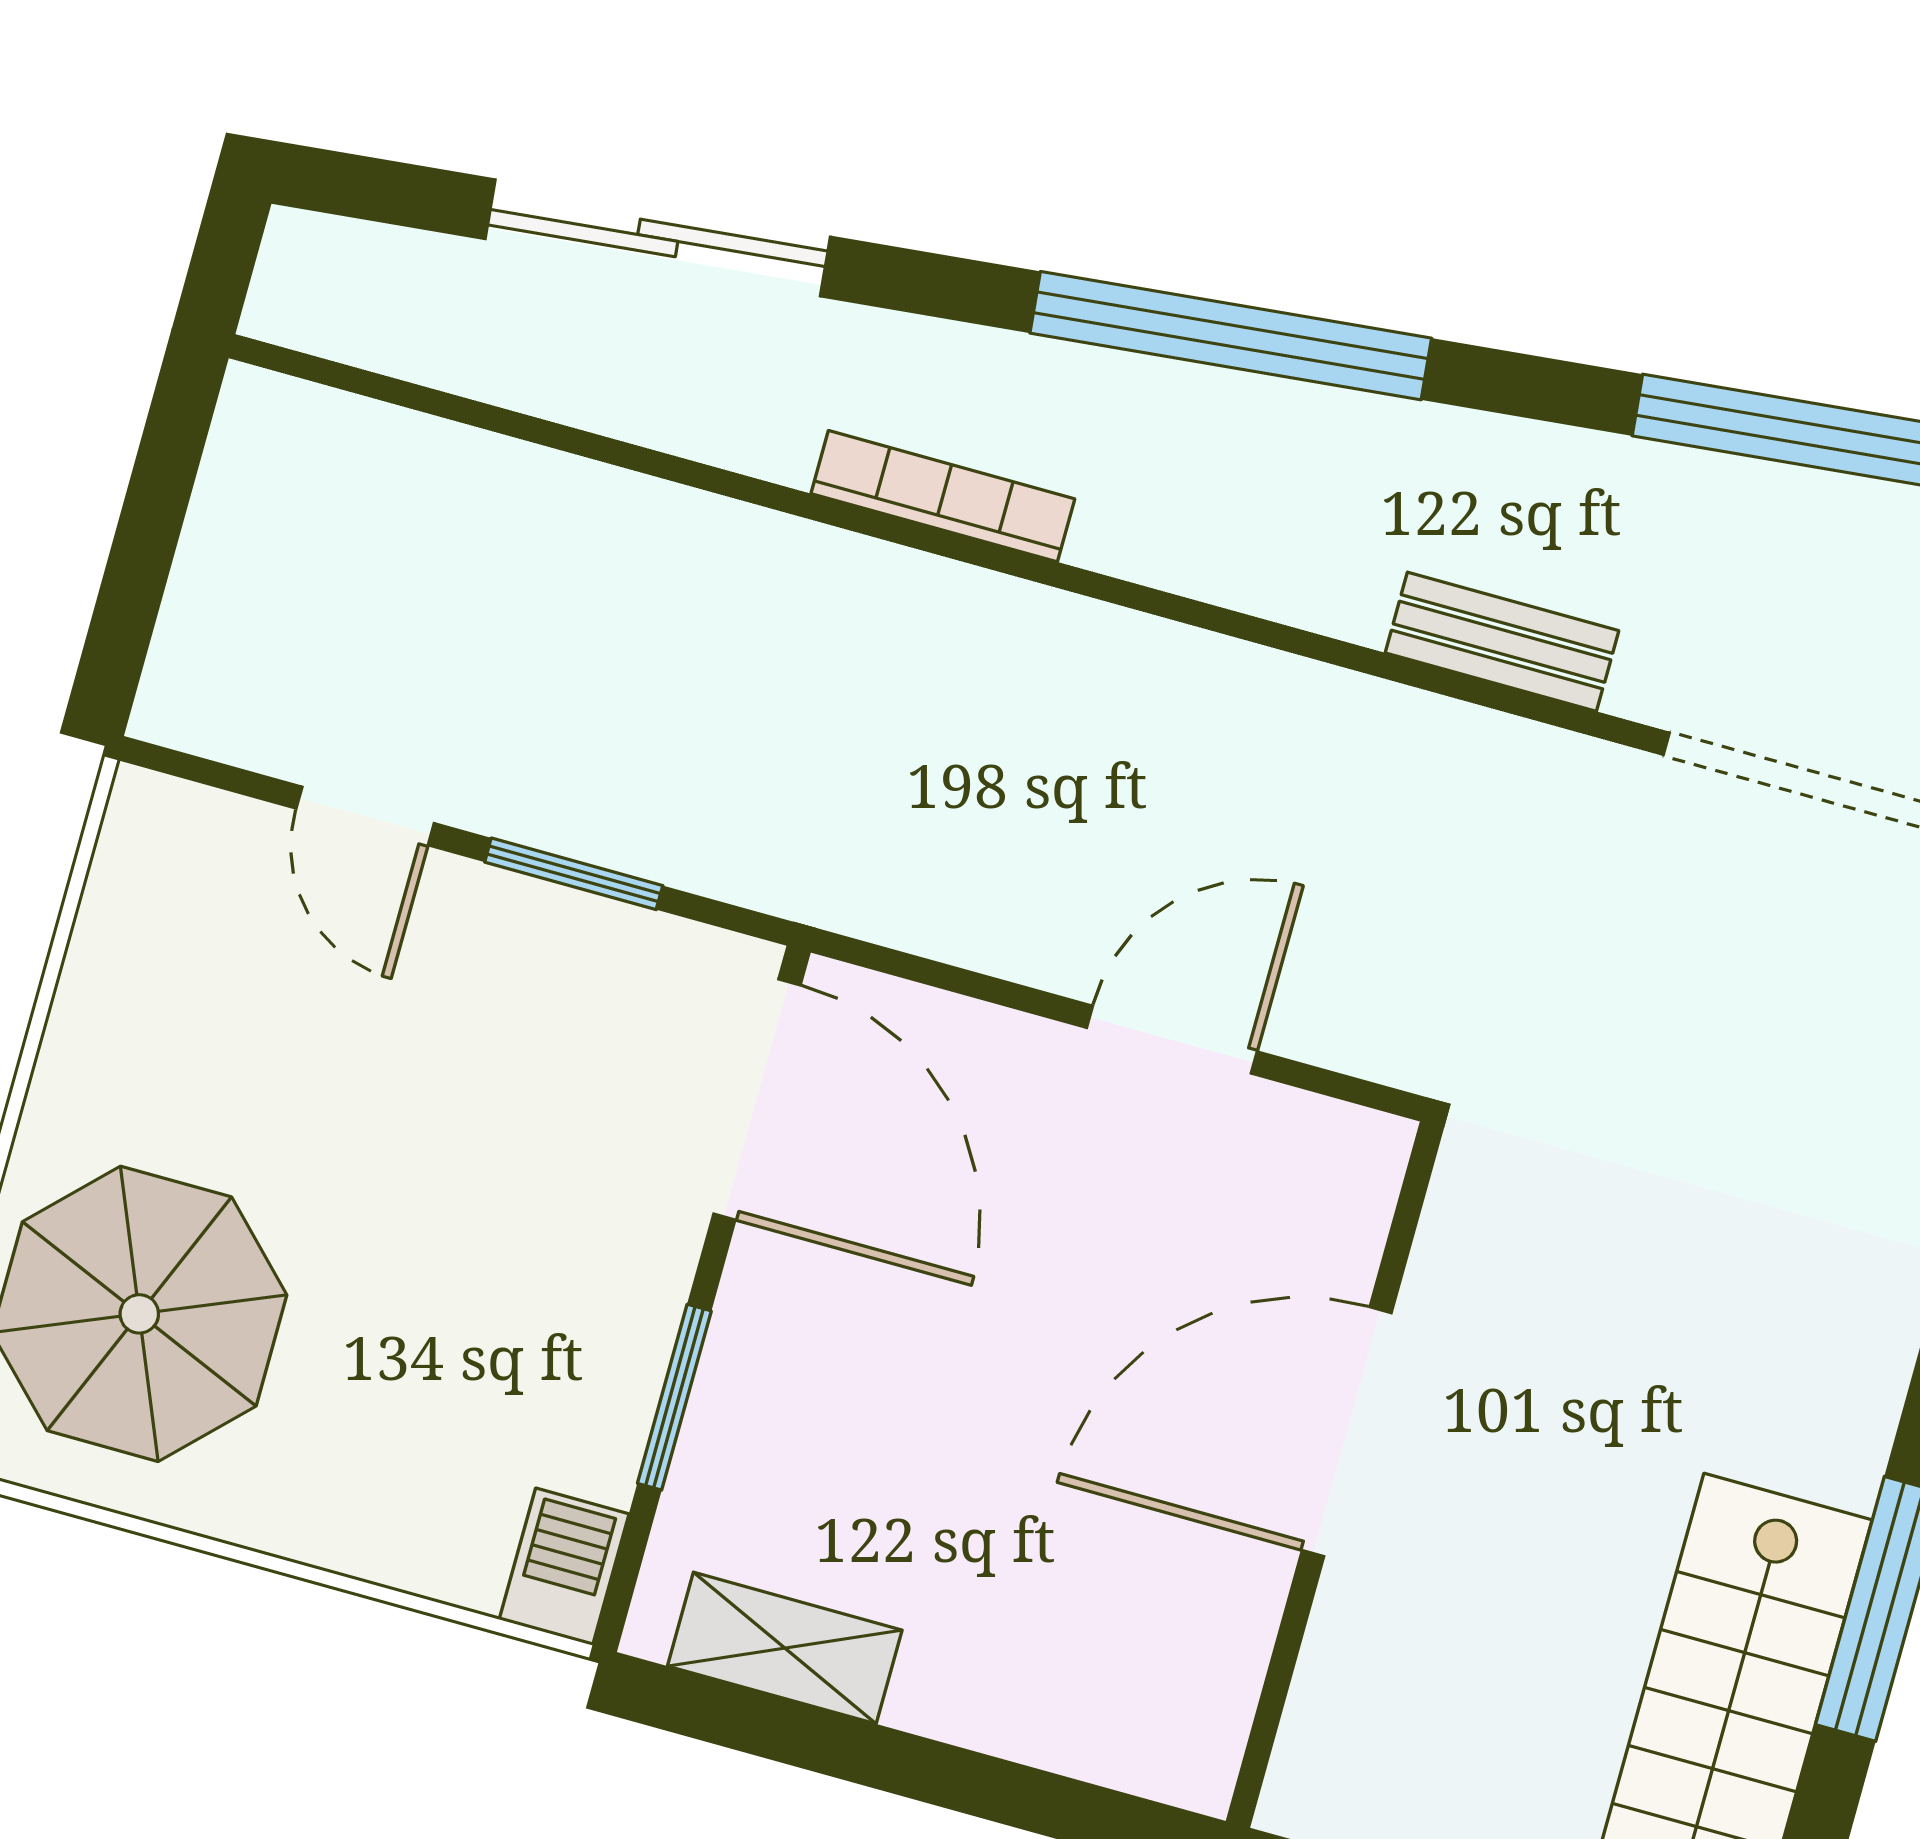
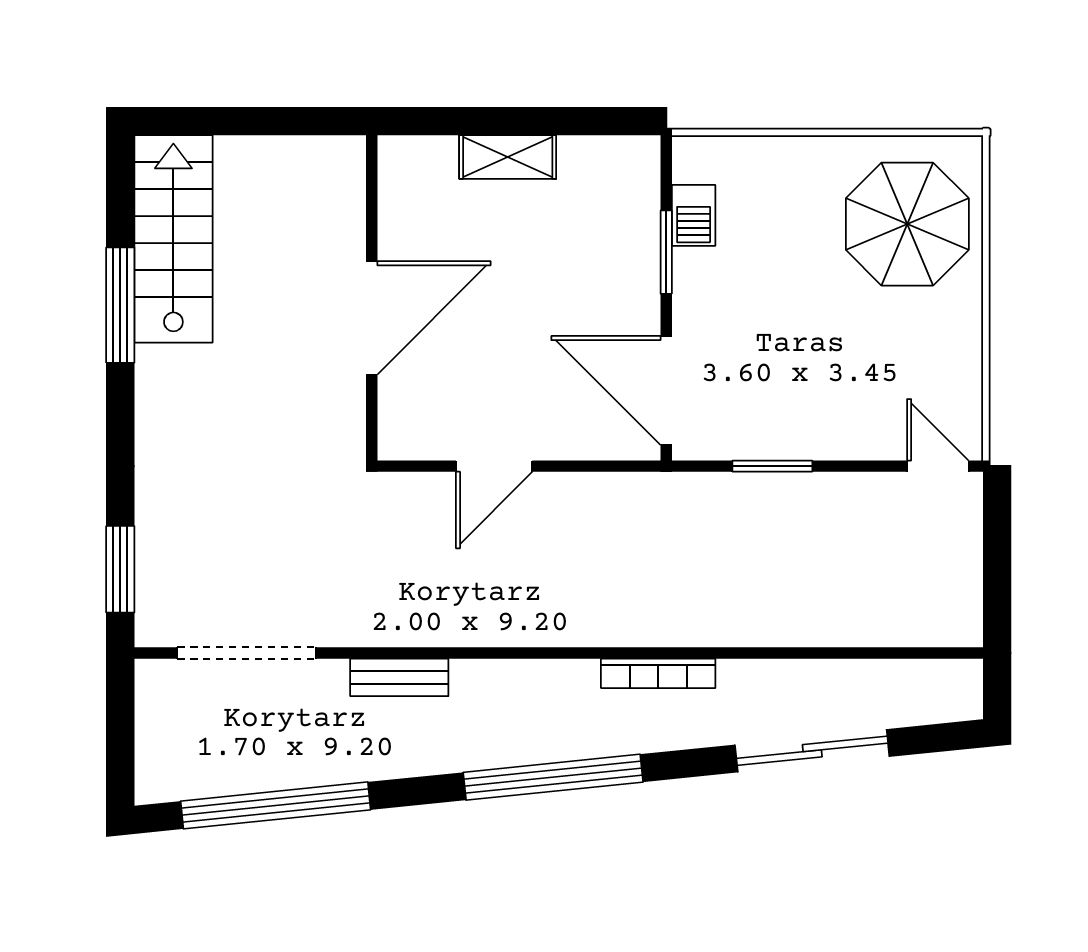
door: (365, 816) -> (938, 466), moved
barbecue: (564, 1567) -> (694, 215), moved
shelving: (785, 1648) -> (508, 157), moved

